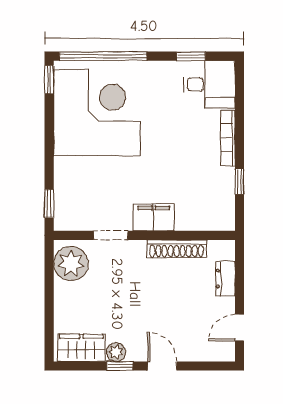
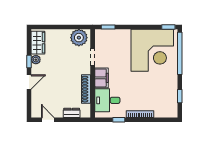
desk: (209, 84) -> (107, 100), moved, turned 90

